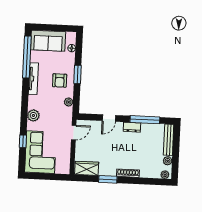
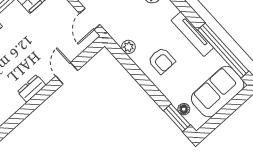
window: (77, 74) -> (177, 118), moved
armchair: (60, 80) -> (162, 61), turned 180
window: (145, 120) -> (26, 111), removed

